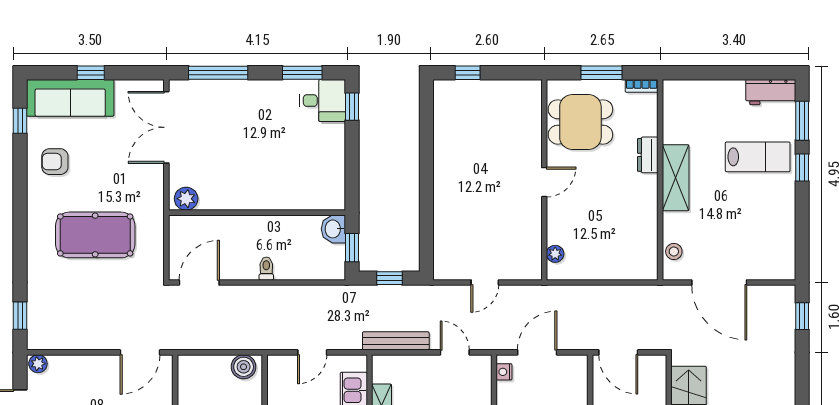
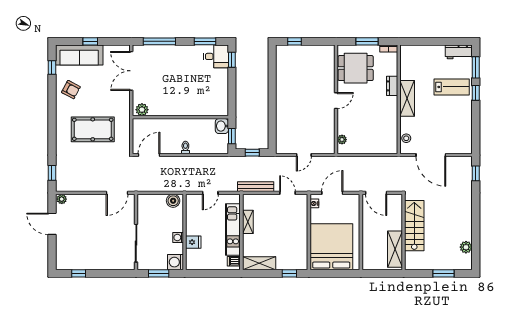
armchair: (55, 162) -> (71, 90), turned -152

